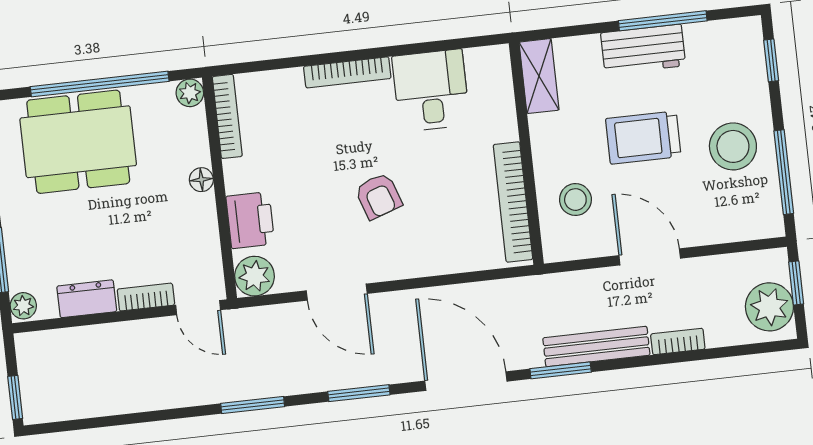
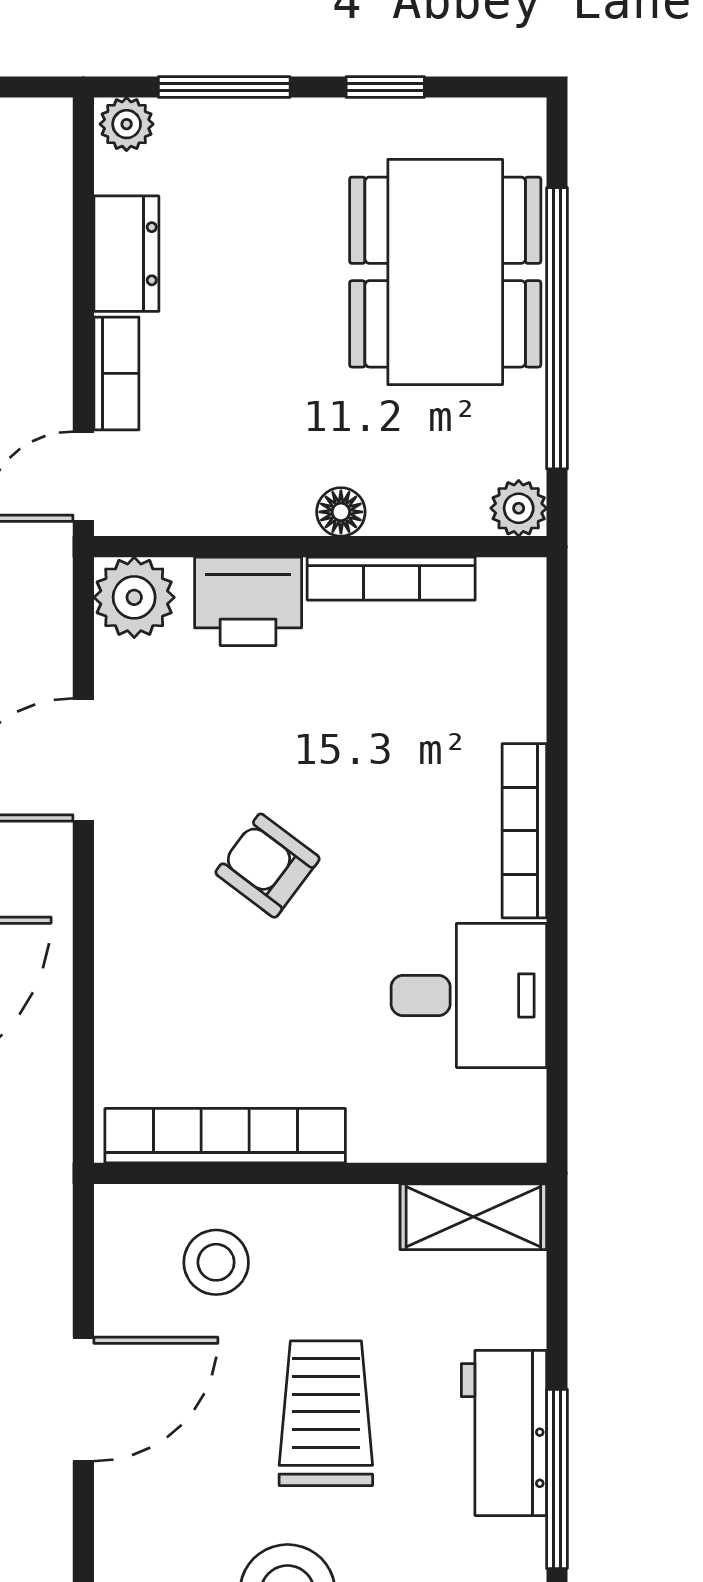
bookcase: (227, 116) -> (391, 579), moved
armchair: (378, 196) -> (268, 866), turned 56

